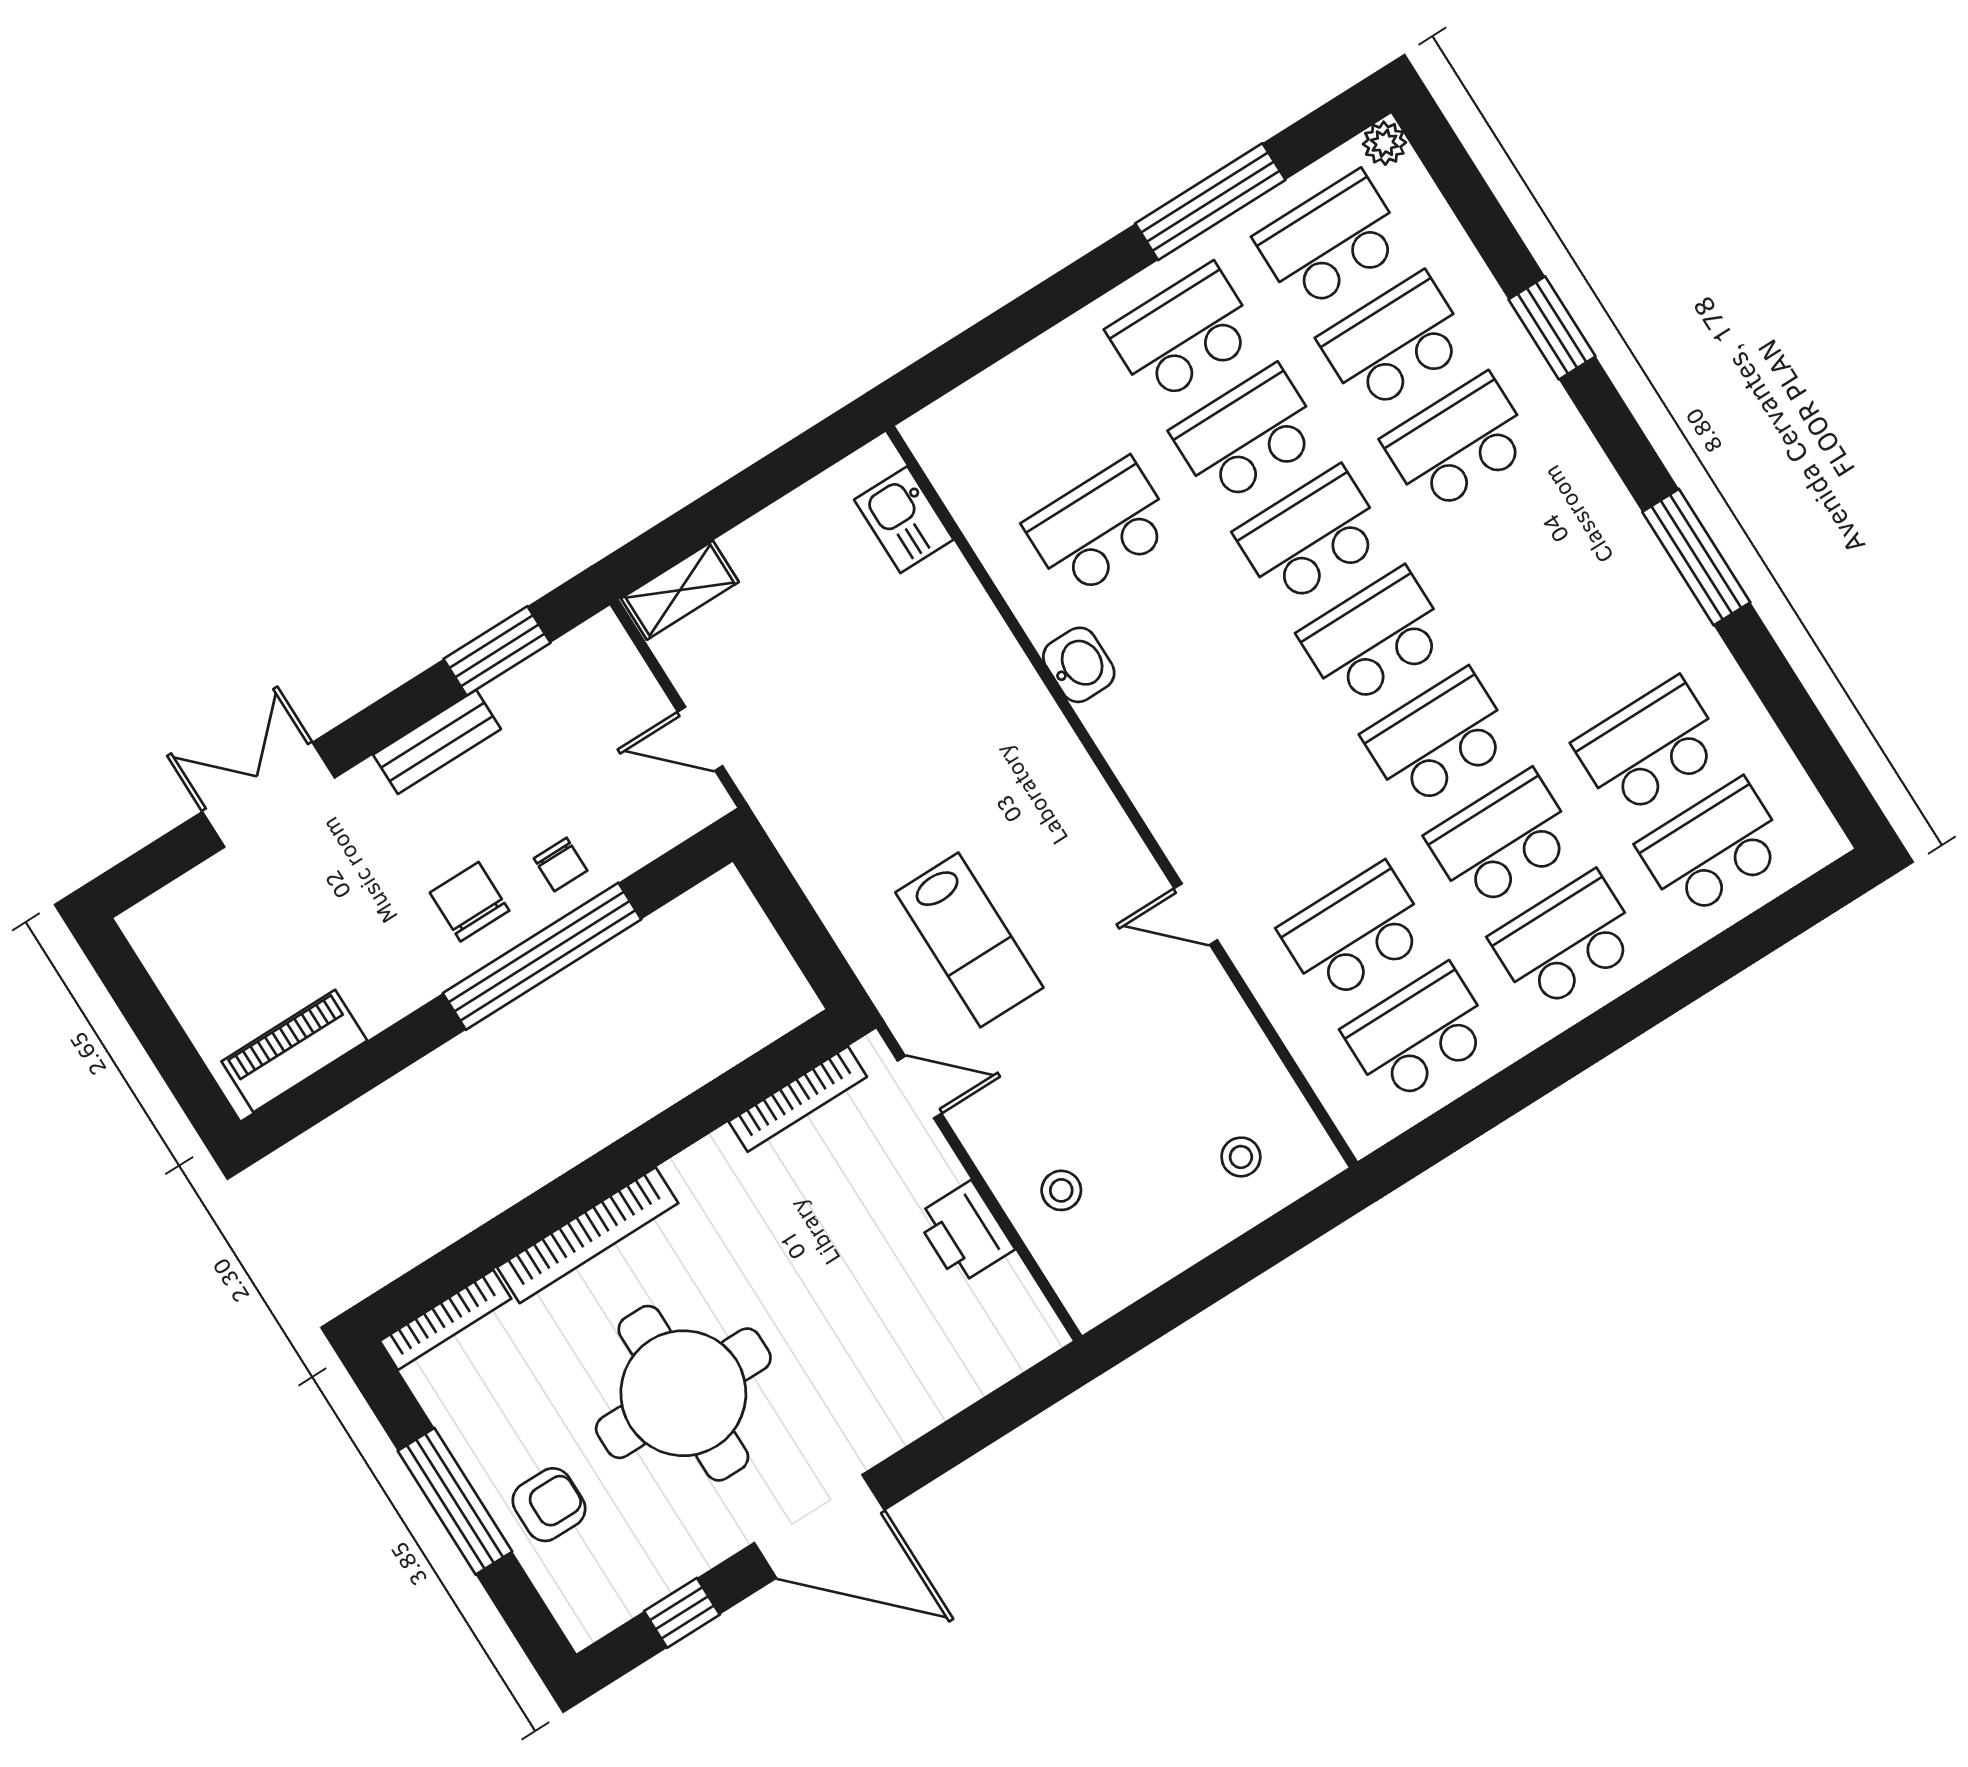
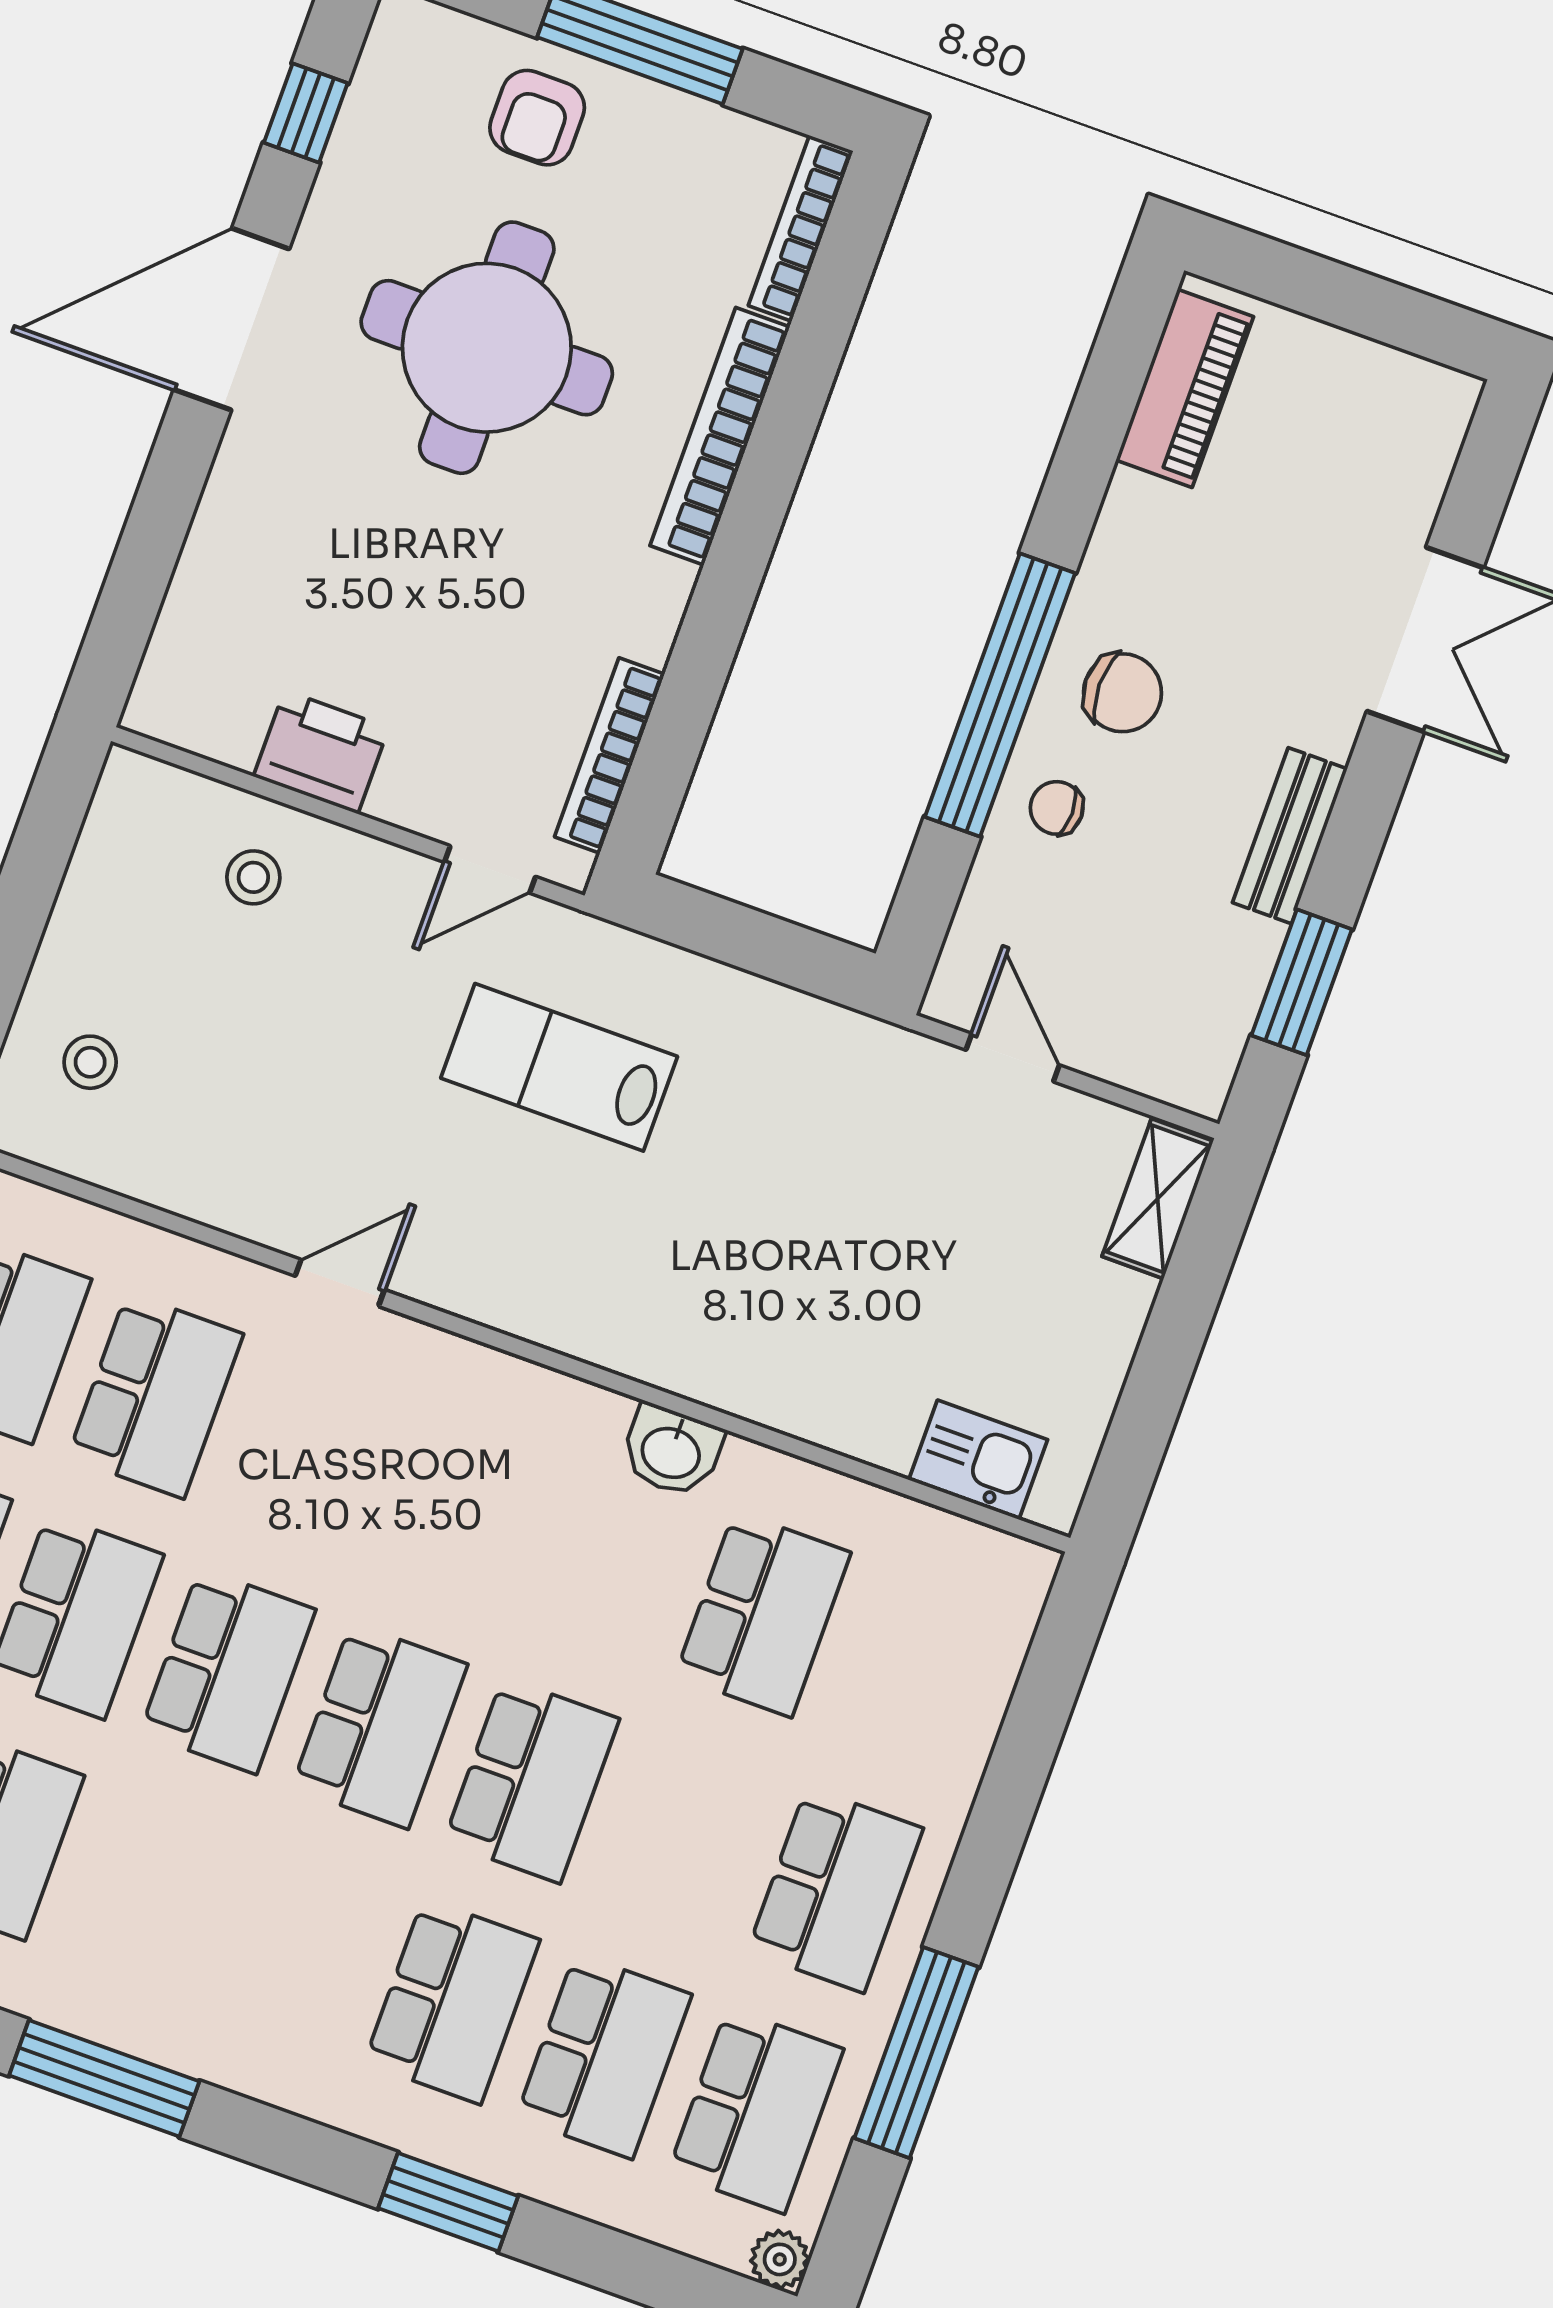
school desk: (1247, 435) -> (683, 1835), removed
door: (700, 739) -> (1013, 1058), hinge flipped

